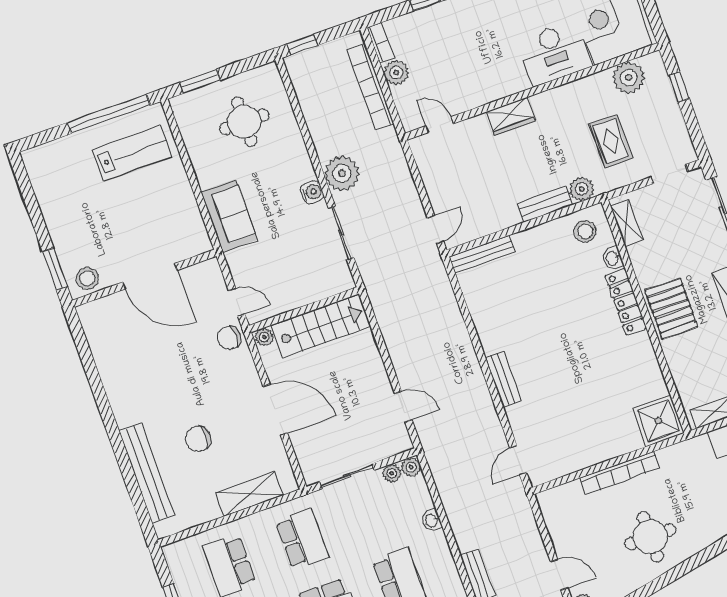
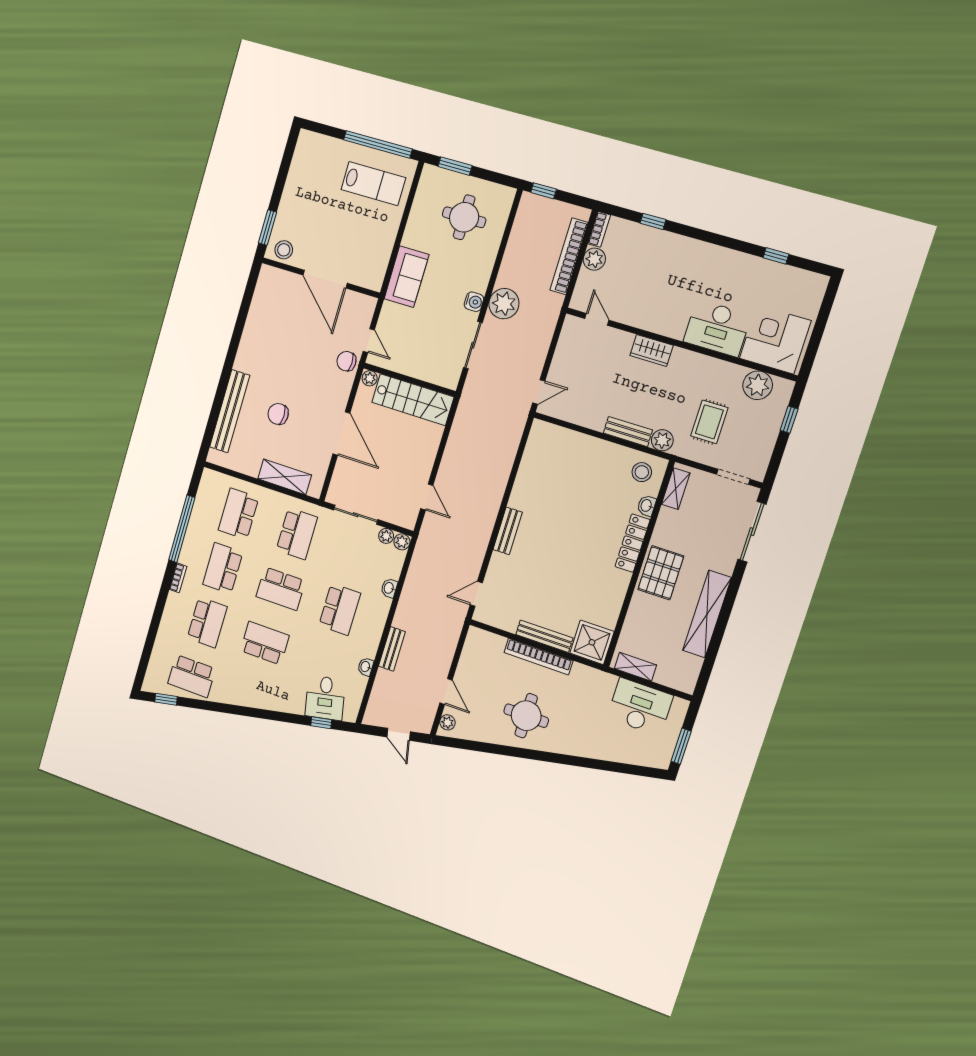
bench: (482, 254) -> (544, 636), moved

